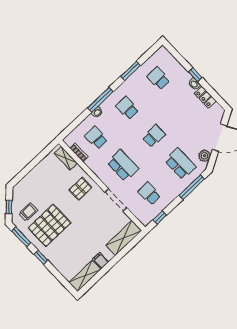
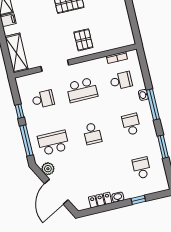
window: (195, 75) -> (138, 200), moved
school desk: (158, 78) -> (142, 168), turned -90
school desk: (127, 108) -> (131, 124), turned -90
shelving: (66, 158) -> (119, 43), removed
school desk: (180, 164) -> (53, 143), turned 180
window: (160, 218) -> (19, 111), moved

